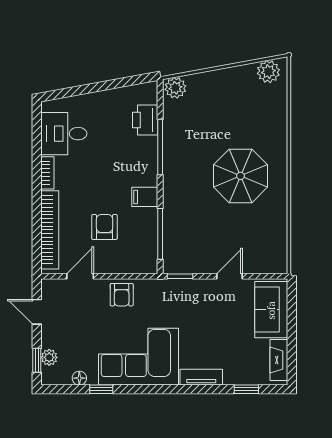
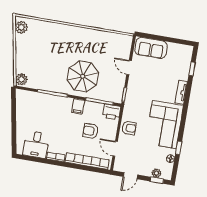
printer: (145, 120) -> (112, 112), moved
parasol: (241, 176) -> (83, 76), moved
fireplace: (279, 360) -> (179, 48), removed

